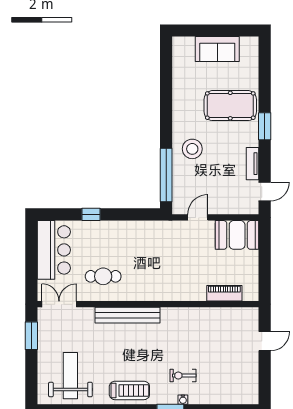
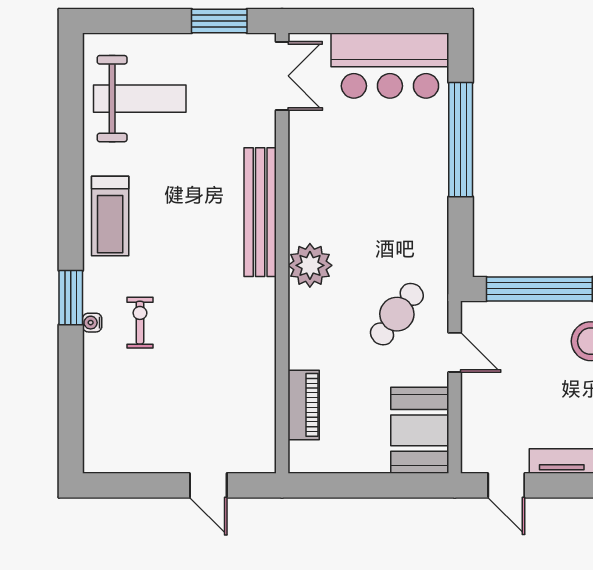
window: (91, 214) -> (461, 140), width x3.17
cafe table: (103, 276) -> (397, 314), moved, turned 37
plant: (154, 290) -> (310, 265), added

